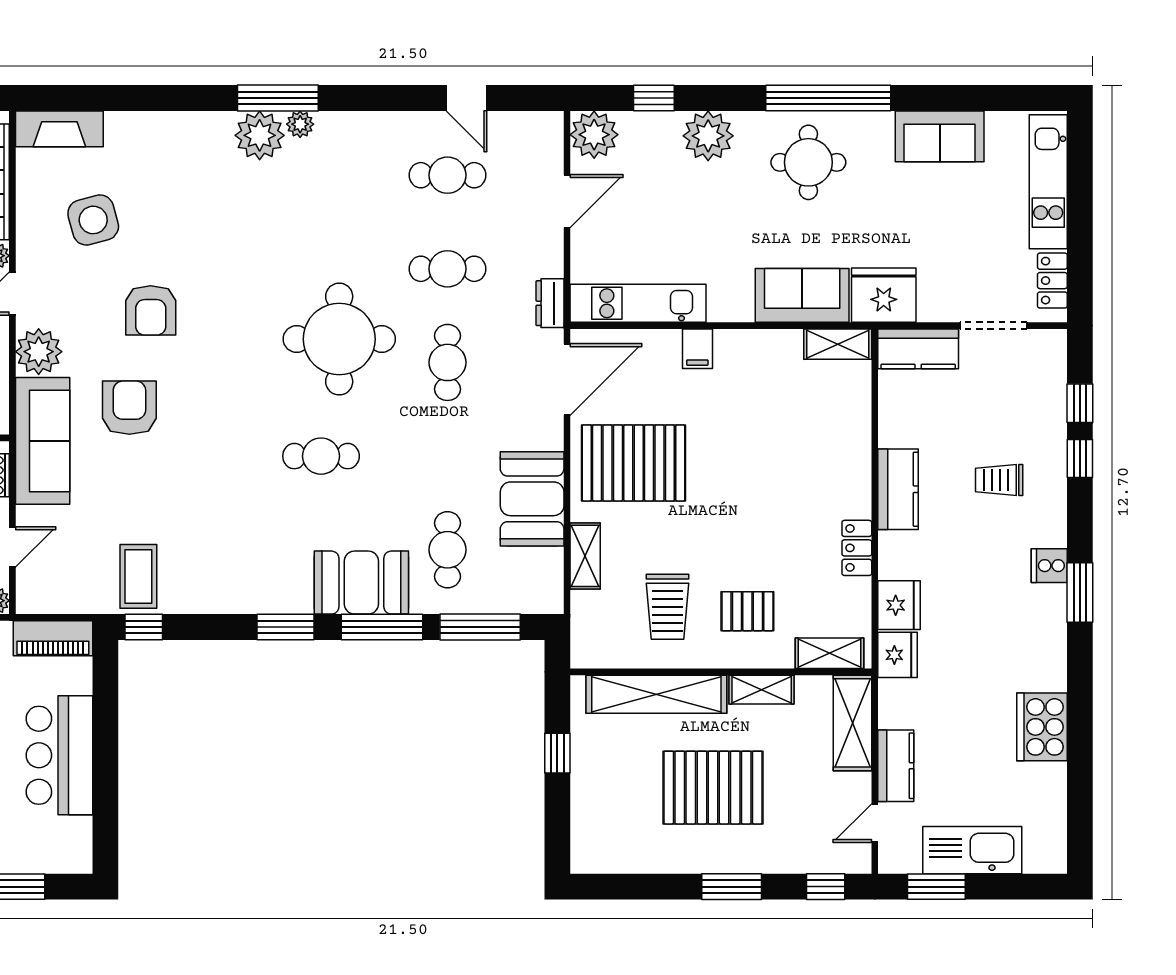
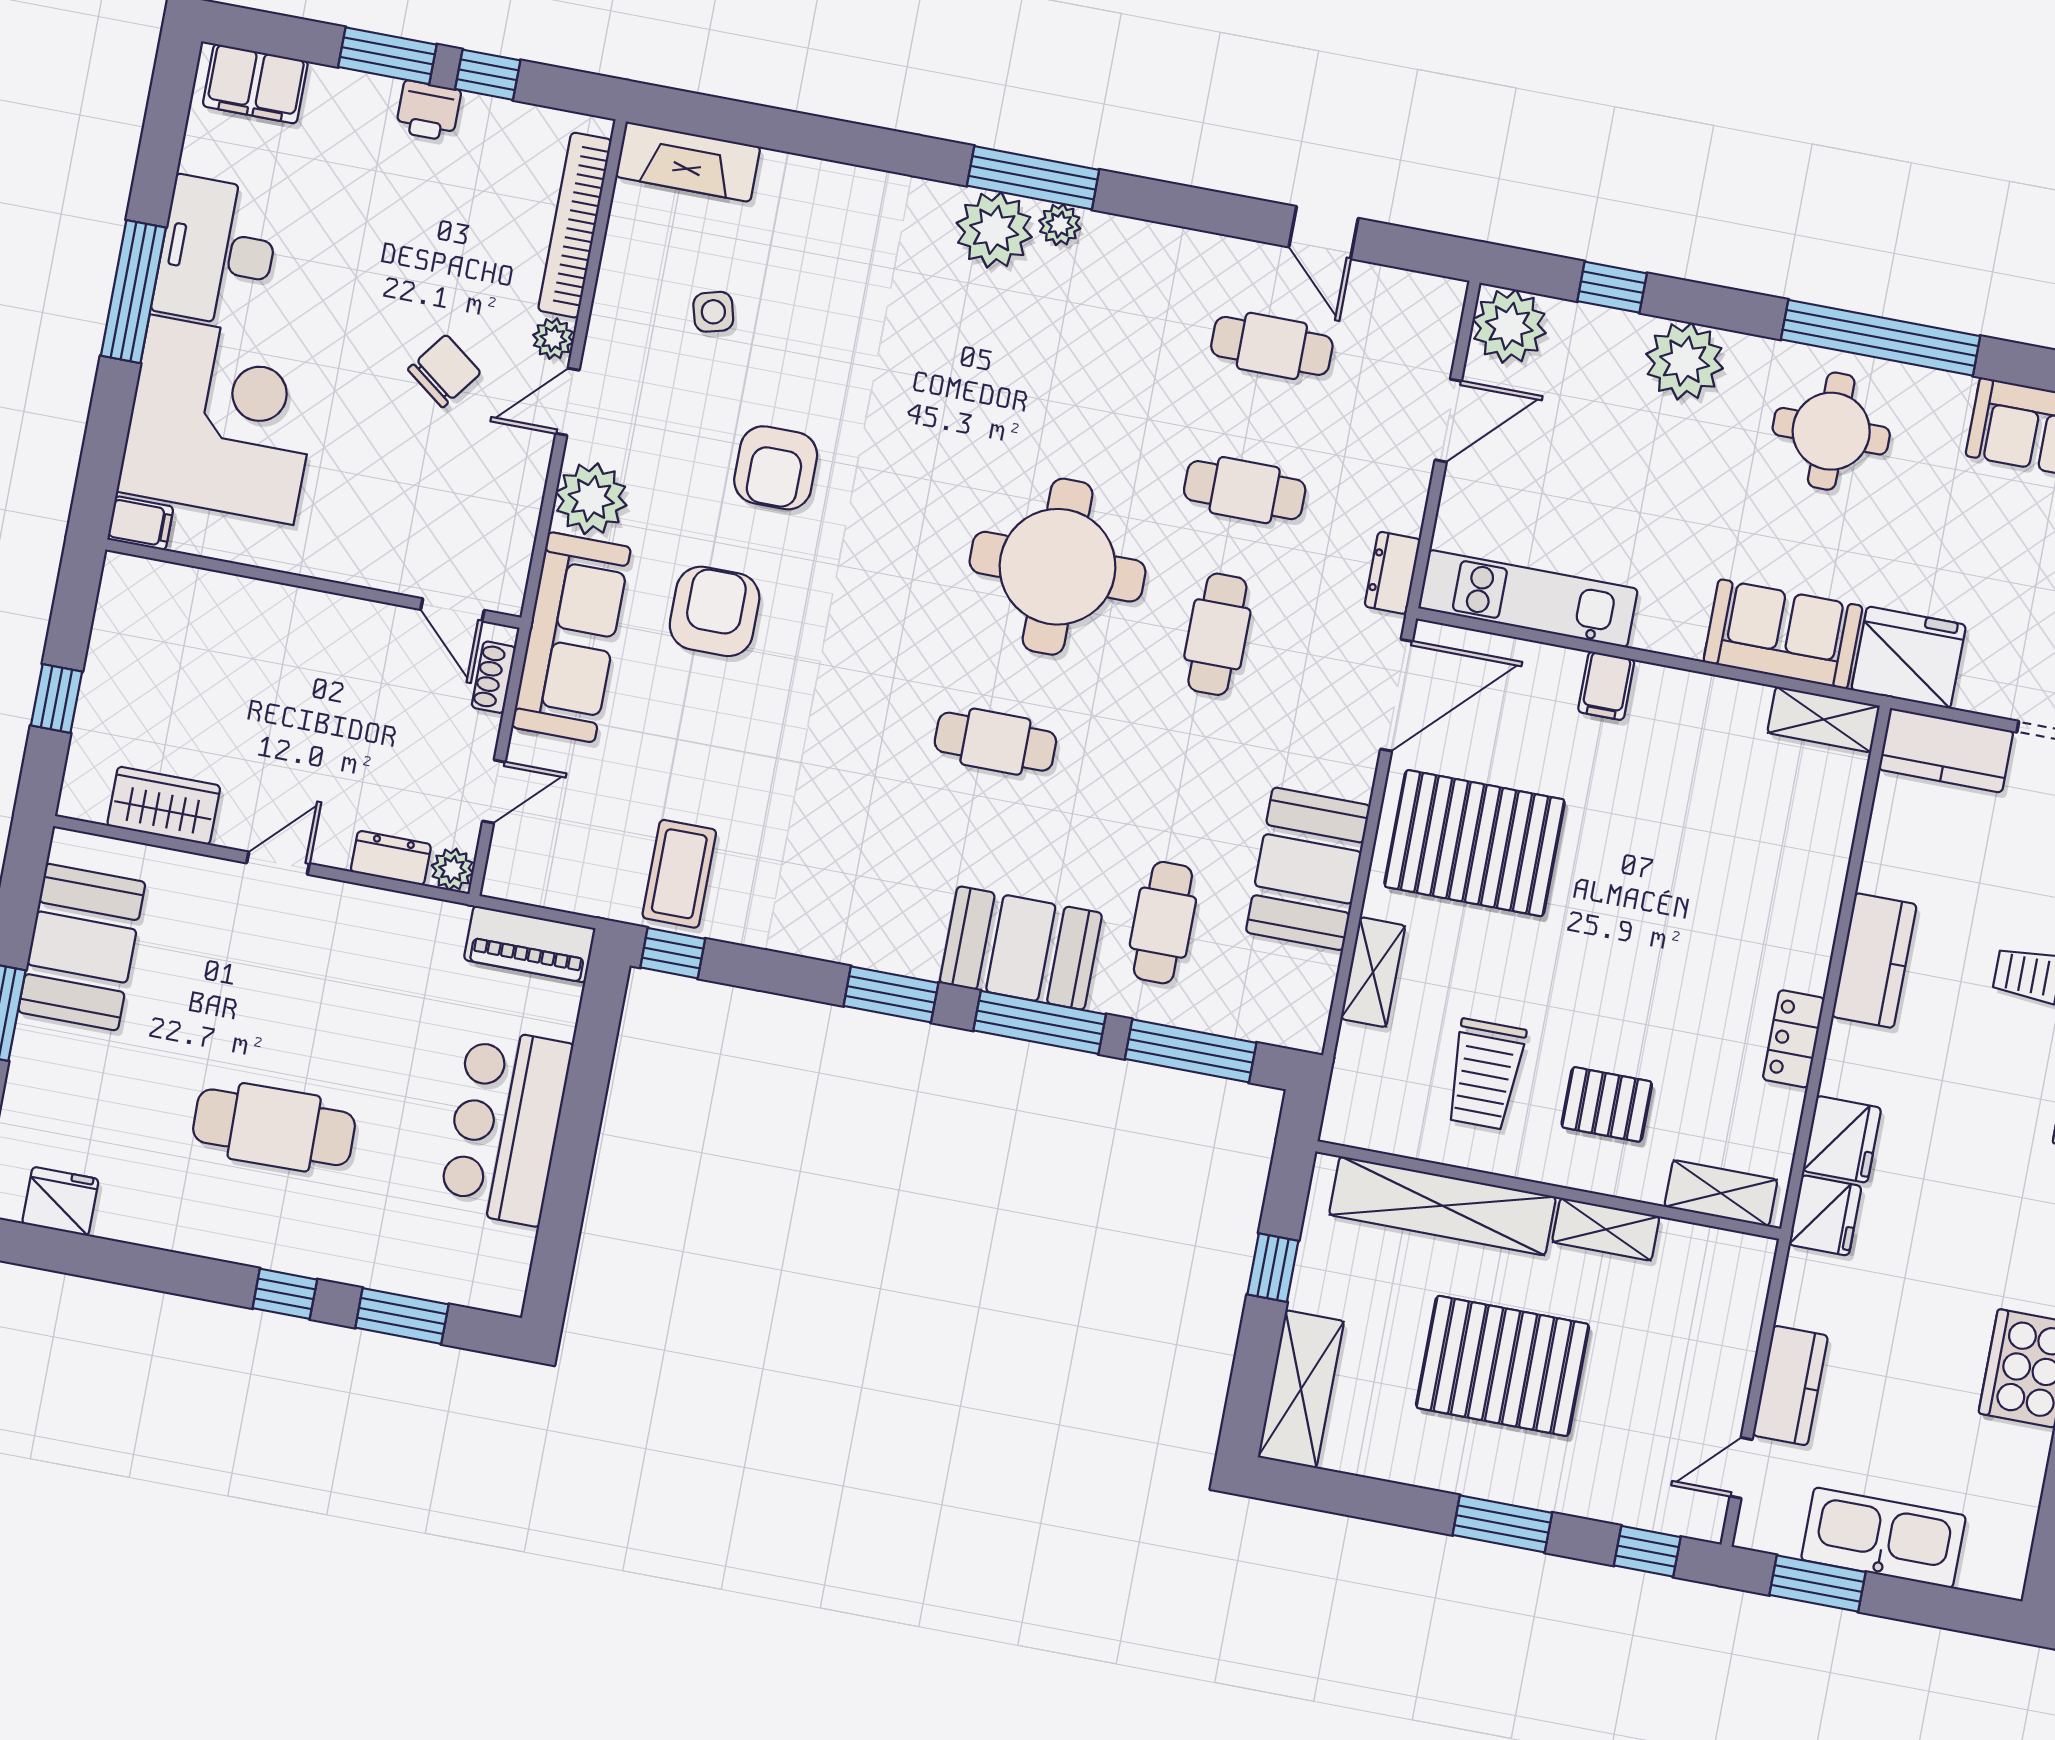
side table: (93, 220) -> (713, 312), width x0.54, depth x0.54
shelving: (852, 723) -> (1301, 1389), moved

